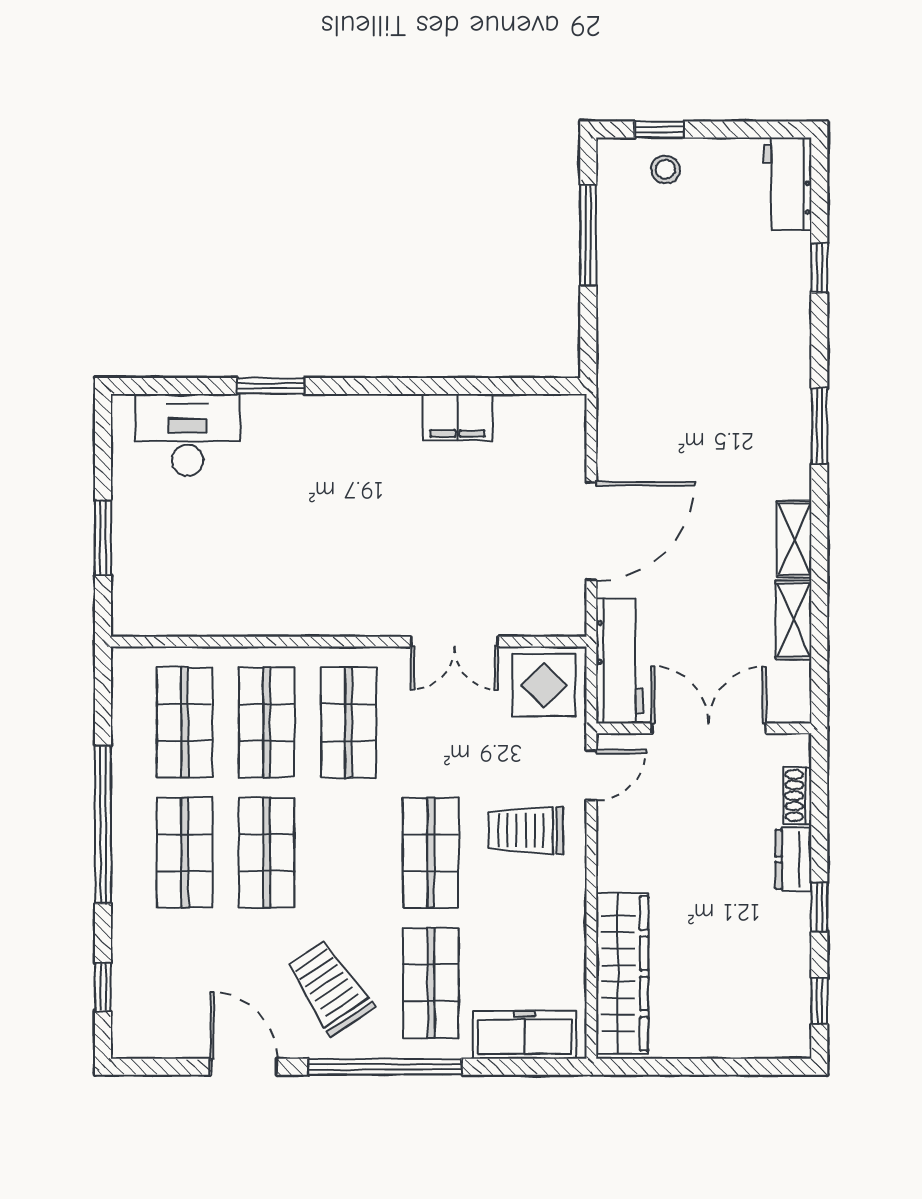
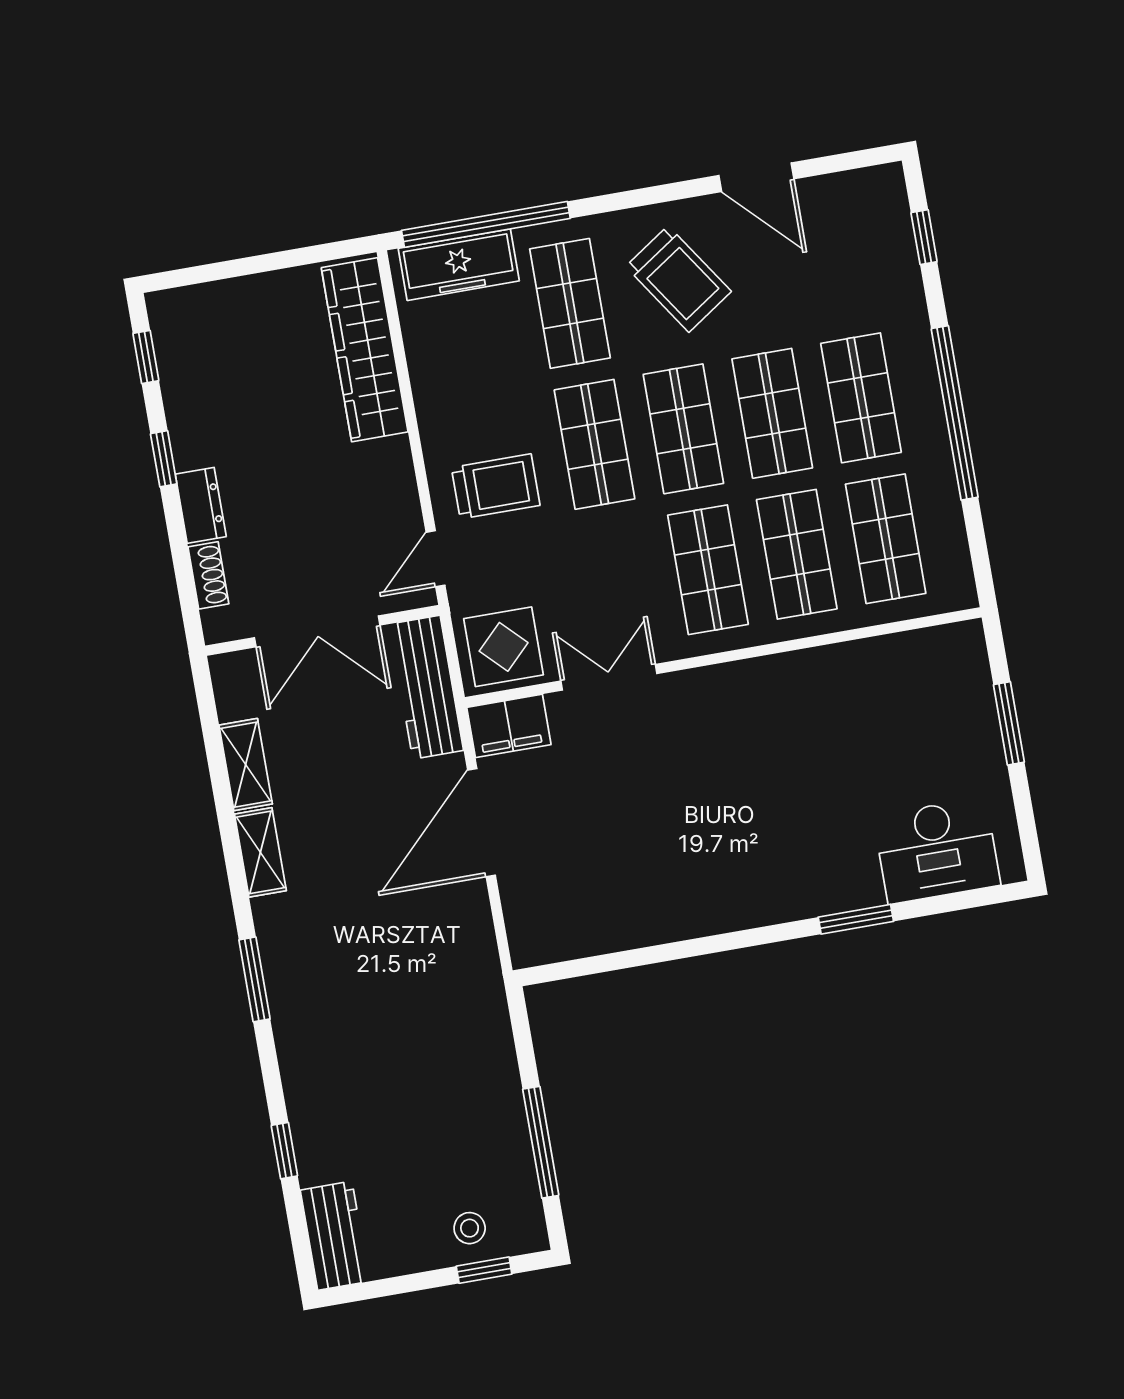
filing cabinet: (458, 417) -> (509, 726), moved, turned 180
shop shelf: (349, 853) -> (683, 429), added
window: (385, 1067) -> (486, 224), moved

